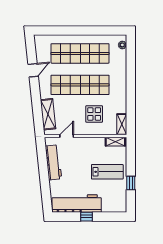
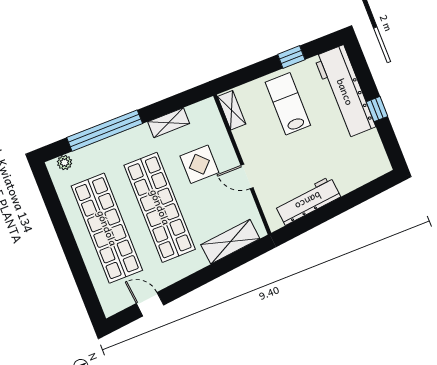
door: (33, 70) -> (150, 304), moved
window: (131, 72) -> (105, 131), added
shelving: (122, 124) -> (169, 123), moved
door: (67, 136) -> (247, 176), moved
workbench: (77, 204) -> (345, 92), moved

